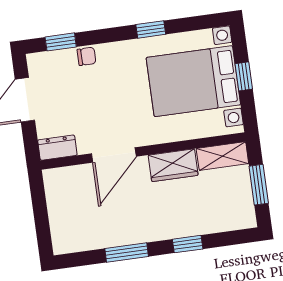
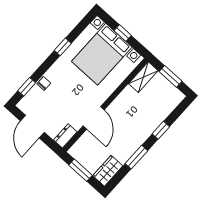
wardrobe: (173, 165) -> (108, 171), moved, turned 180
window: (40, 209) -> (80, 170), added

